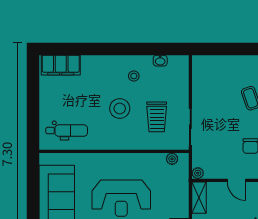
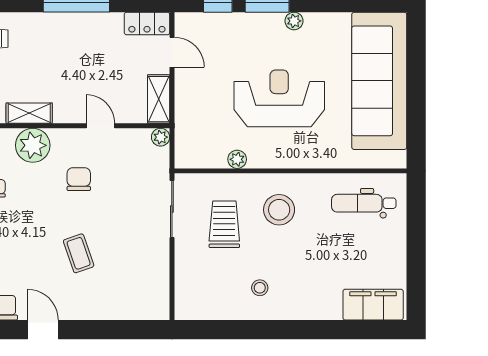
washbasin: (160, 61) -> (219, 312), removed
stool: (120, 108) -> (279, 210), moved
plant: (172, 159) -> (237, 159), moved

